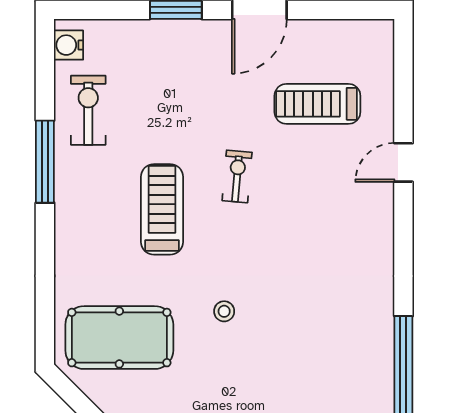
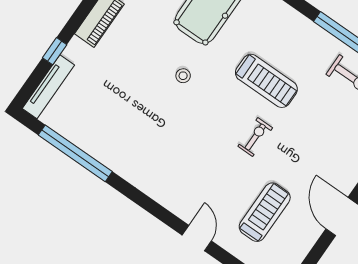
exercise bike: (237, 176) -> (255, 137), turned -95

